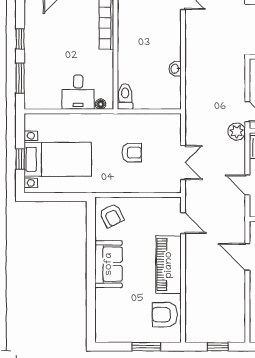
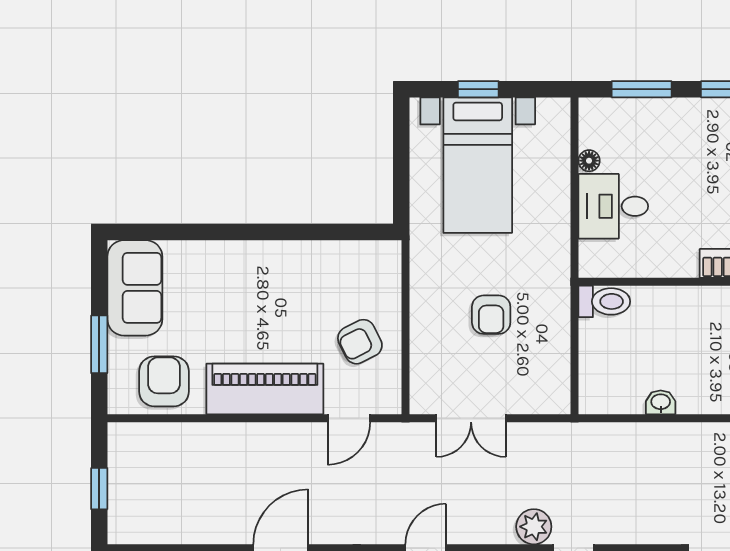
floor lamp: (101, 104) -> (589, 161), moved
armchair: (112, 216) -> (360, 342), moved
sofa: (109, 264) -> (135, 288), moved, turned -90

